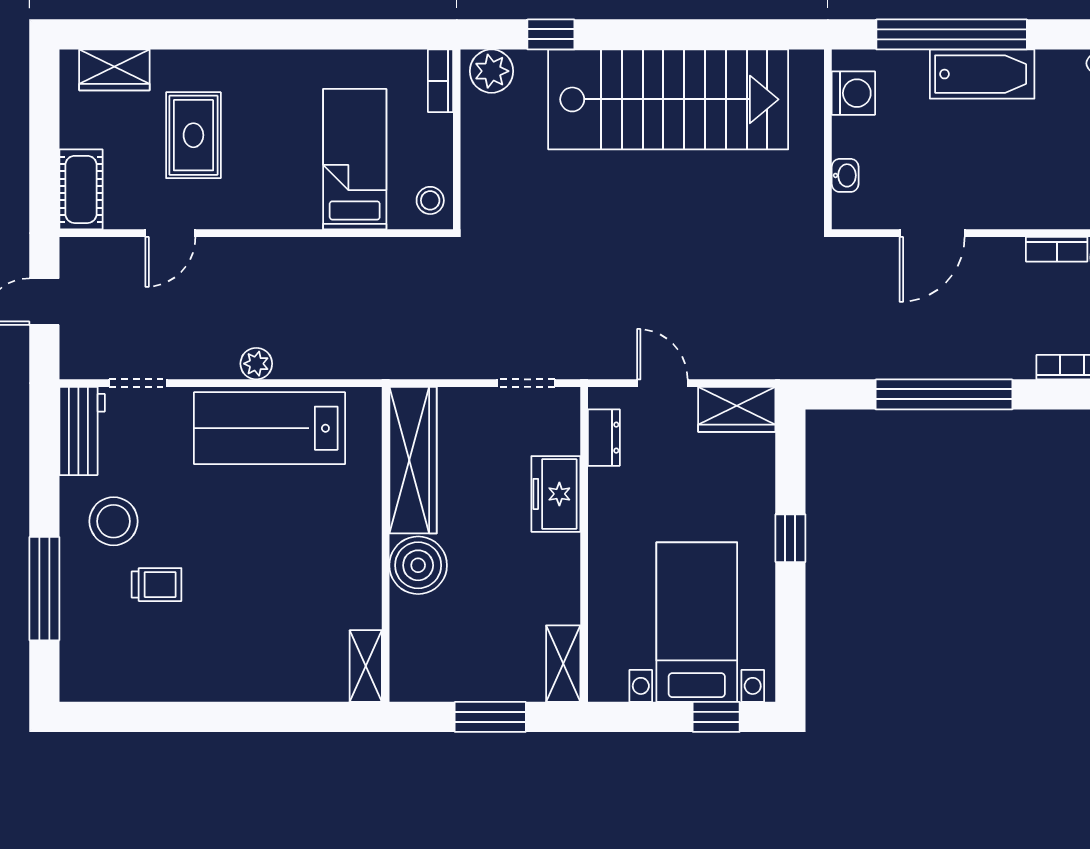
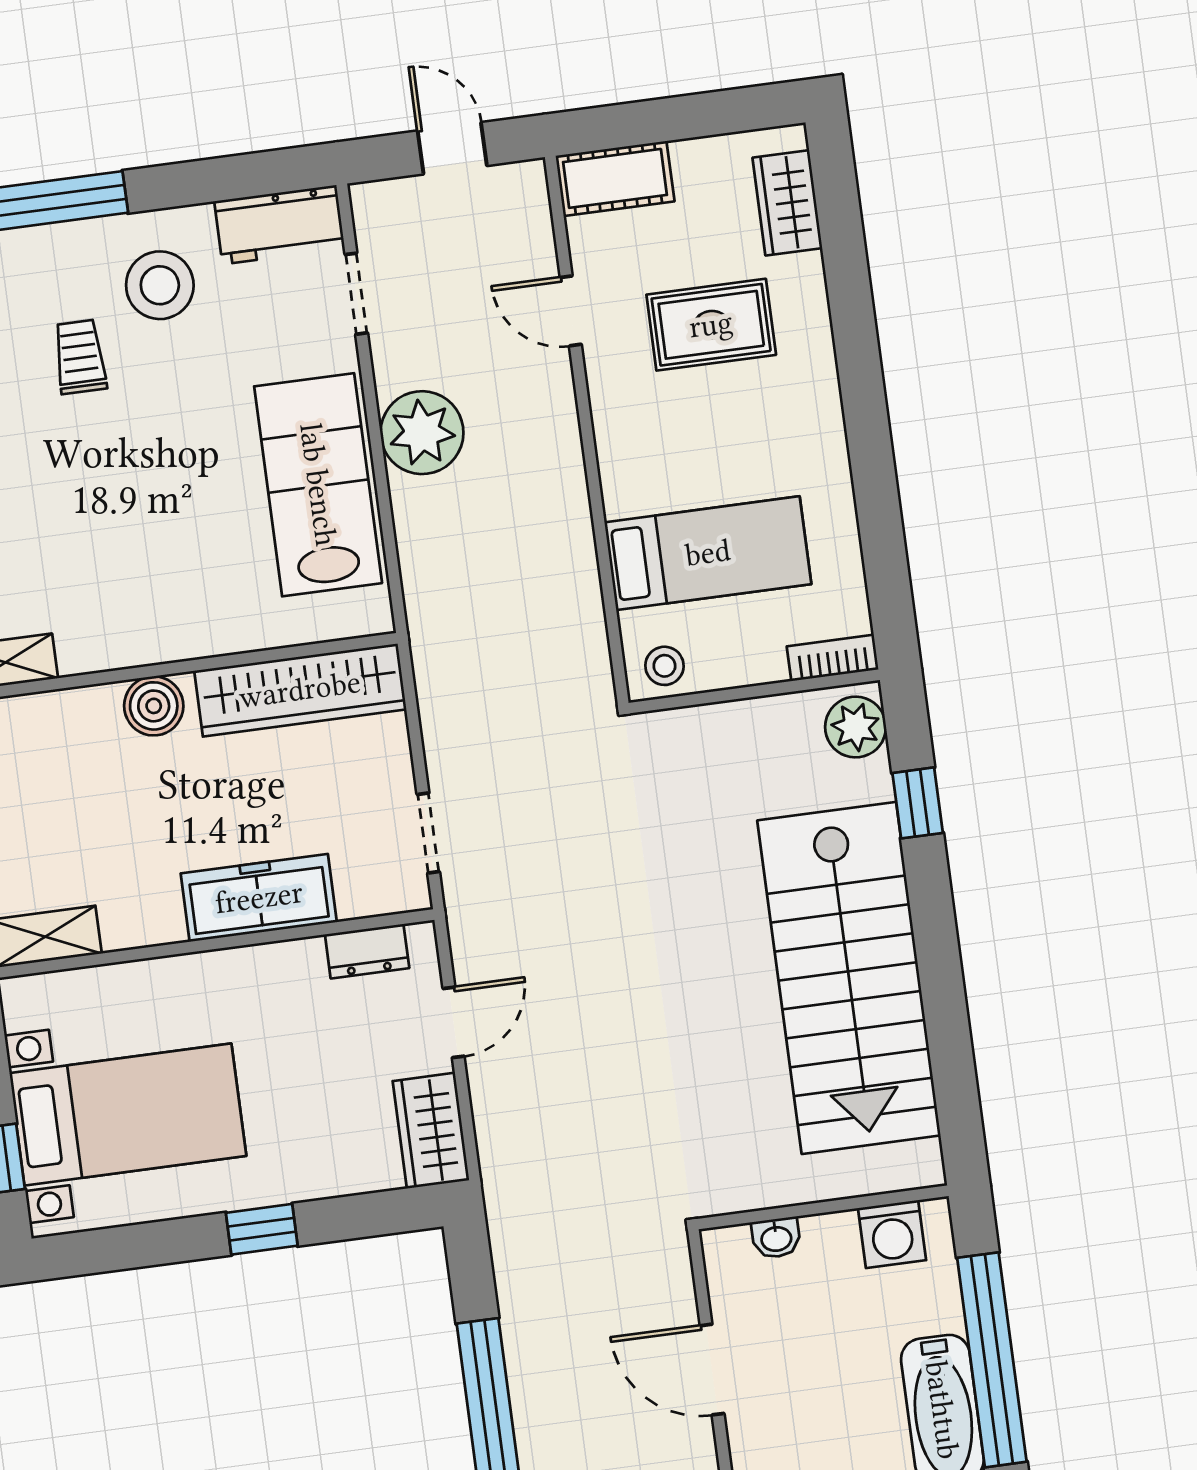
plant: (256, 364) -> (422, 433), width x1.88, depth x1.88
freezer: (556, 494) -> (259, 898), width x1.40
boiler: (418, 565) -> (154, 706), width x0.73, depth x0.73
trolley: (157, 585) -> (80, 357), turned 180

